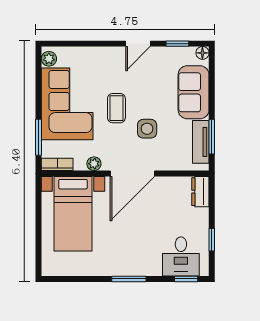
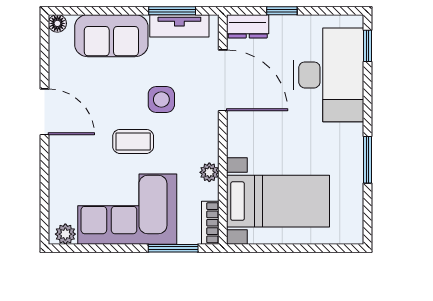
door: (138, 44) -> (45, 112), width x1.37
window: (177, 44) -> (45, 58), removed
door: (132, 174) -> (223, 80), moved
window: (212, 240) -> (282, 11), moved
desk: (181, 256) -> (328, 75), width x1.87, depth x1.30
window: (129, 279) -> (367, 160), moved

